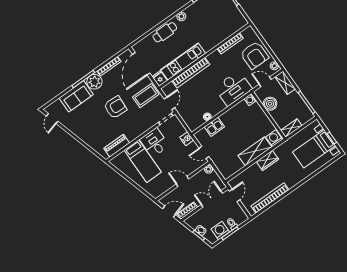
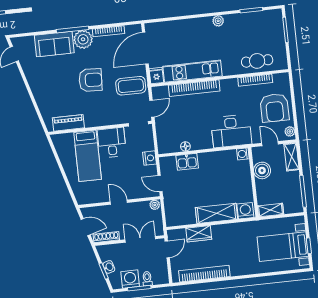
cafe table: (165, 32) -> (257, 61), moved
wardrobe: (267, 160) -> (199, 234), moved

